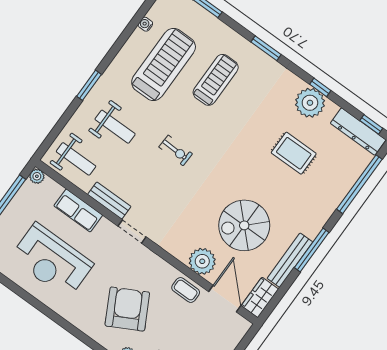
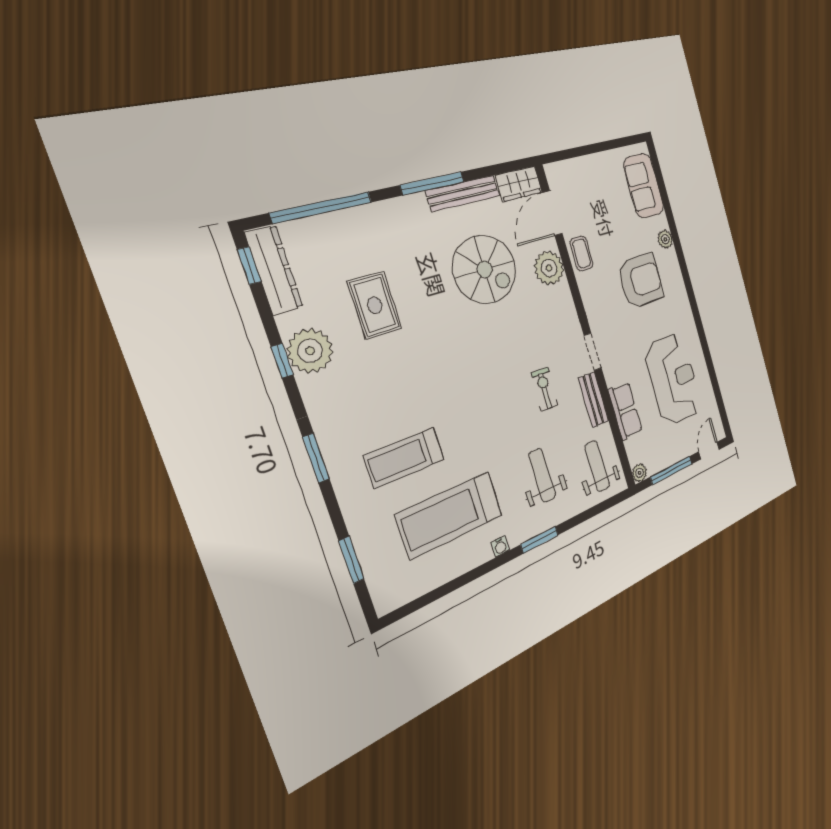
water cooler: (145, 24) -> (500, 546), moved
exercise bike: (176, 150) -> (545, 389), moved
armchair: (127, 309) -> (641, 281), turned -152

